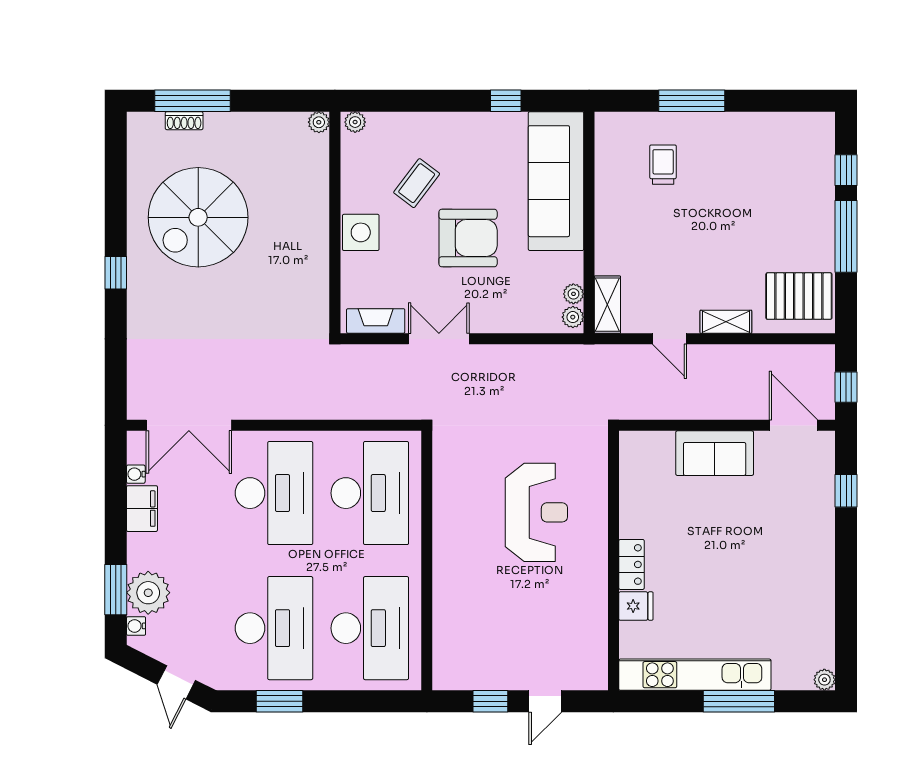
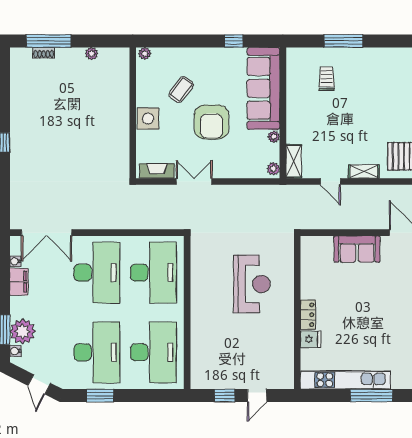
plant: (319, 122) -> (91, 54), moved
spiral stairs: (198, 217) -> (52, 110), removed
armchair: (468, 238) -> (211, 122), turned 90
plant: (573, 294) -> (274, 137), moved

